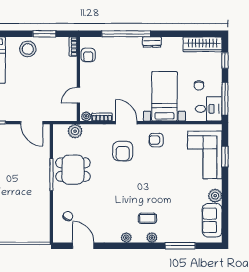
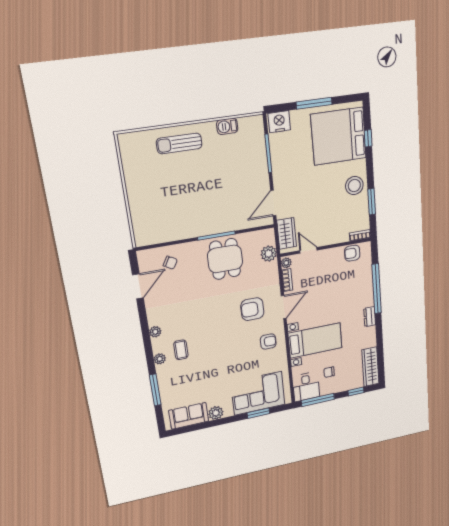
wardrobe: (60, 113) -> (287, 233), added
armchair: (156, 140) -> (268, 342), turned 90

